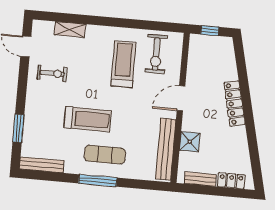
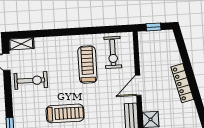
shelving: (70, 29) -> (21, 44), moved
exercise bike: (52, 73) -> (31, 81), width x1.38, depth x1.39

